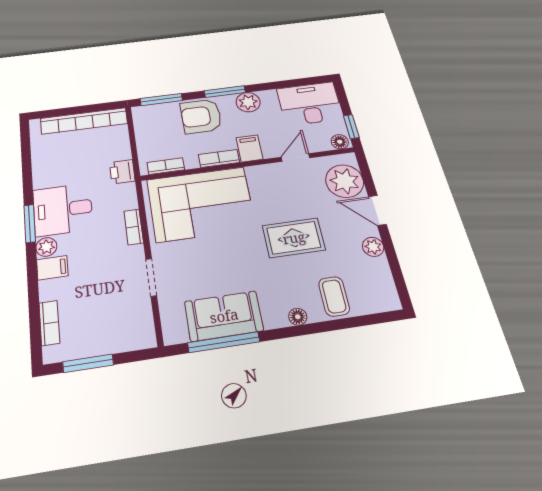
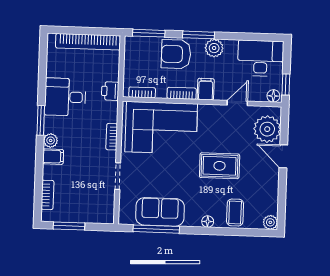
desk: (63, 209) -> (65, 97), moved
plant: (373, 247) -> (270, 222), moved

